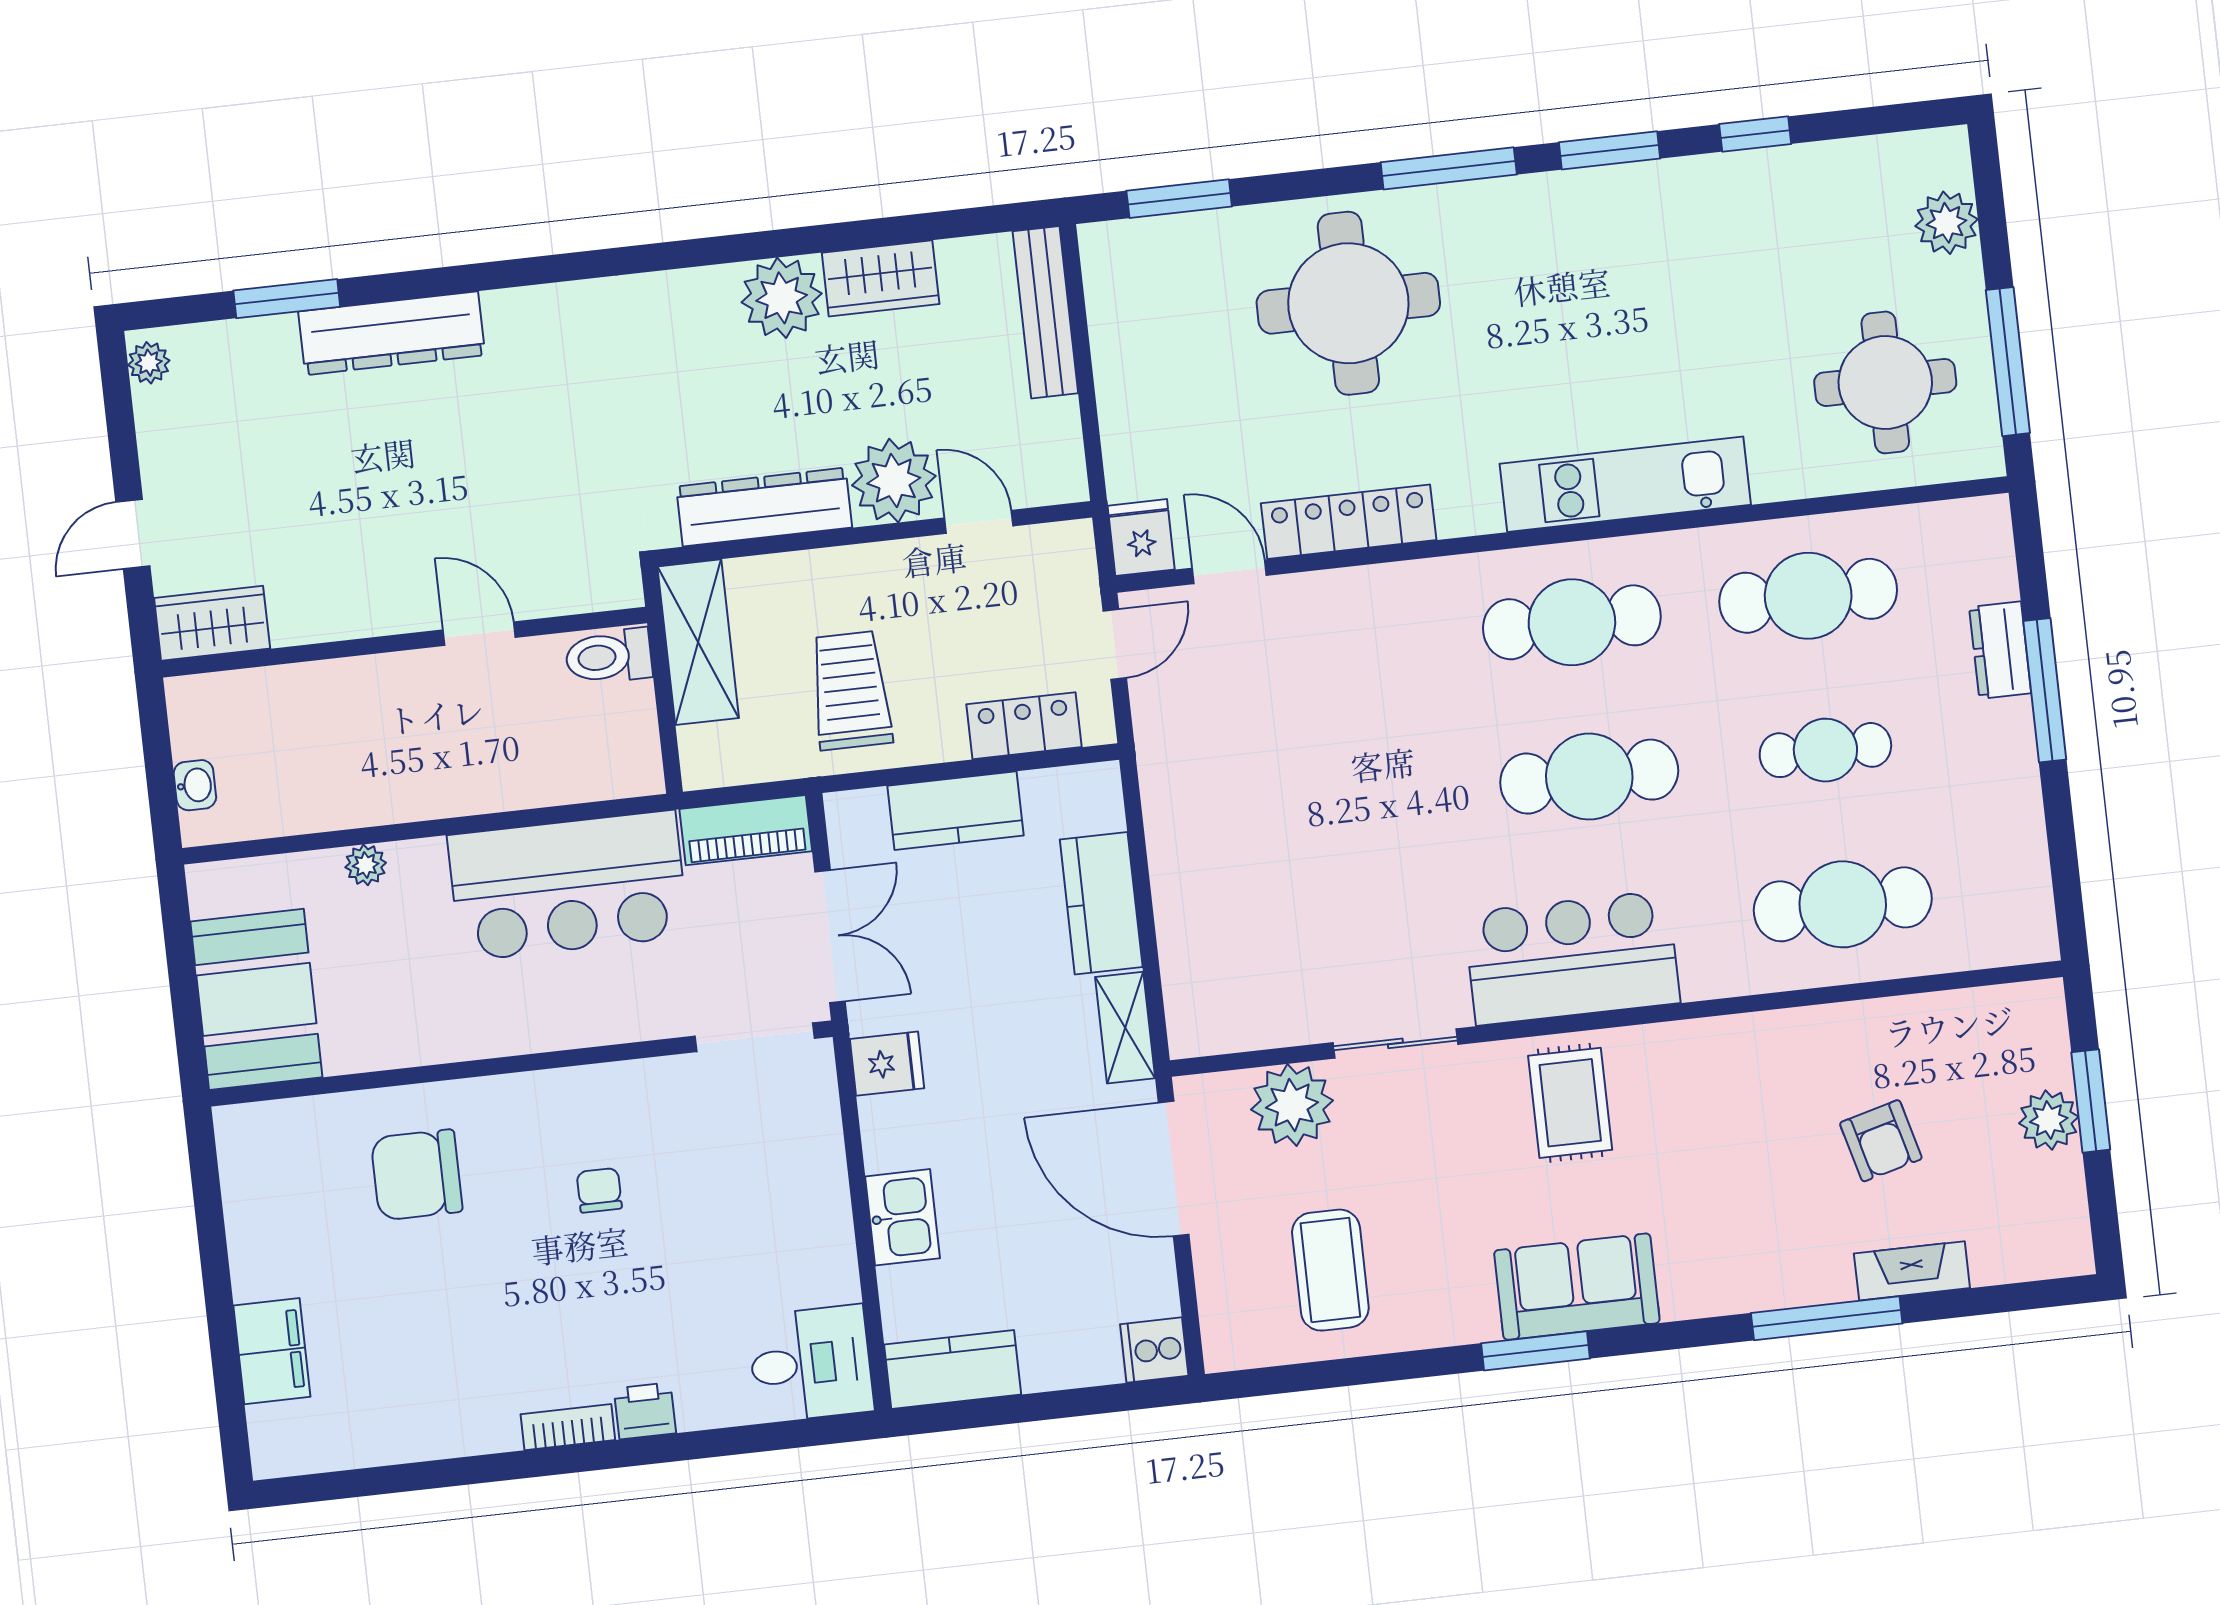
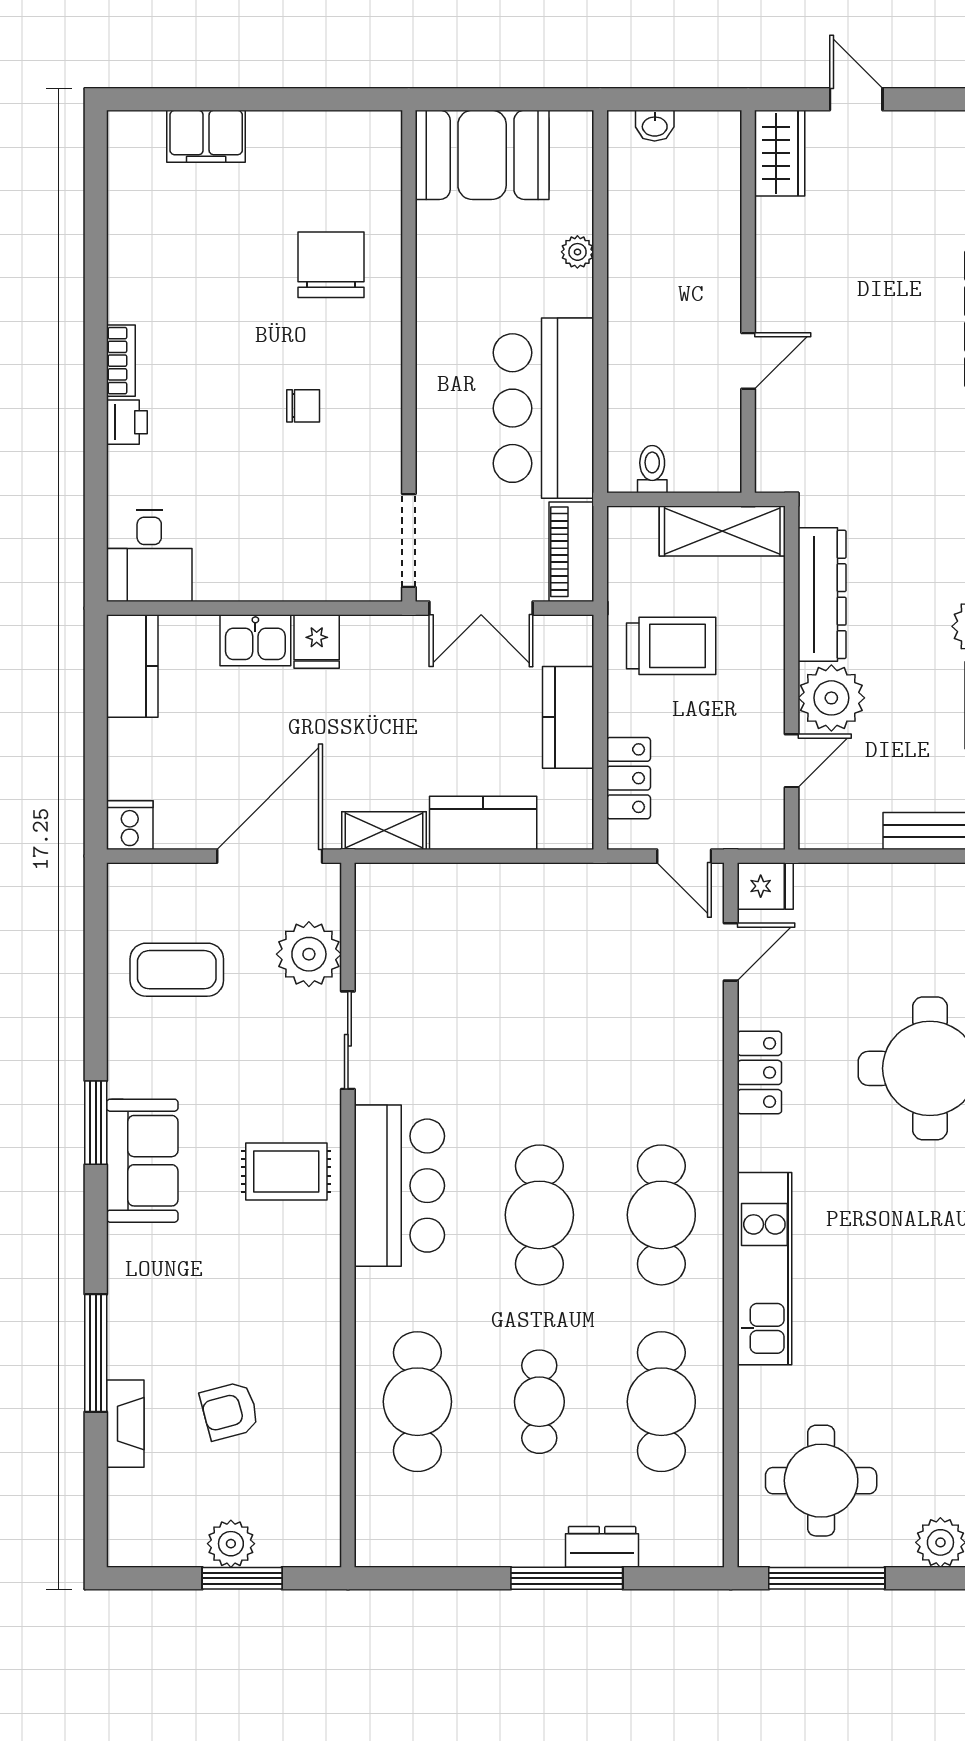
locker: (1349, 522) -> (759, 1072), width x0.66
toilet: (609, 657) -> (652, 469), moved, width x0.73, depth x0.72
fridge: (887, 1064) -> (317, 642), moved

